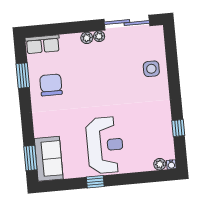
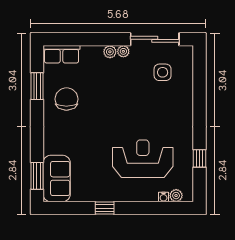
side table: (151, 69) -> (163, 72), moved
reception desk: (105, 145) -> (143, 159), moved, turned -90
water cooler: (171, 165) -> (164, 197), moved

